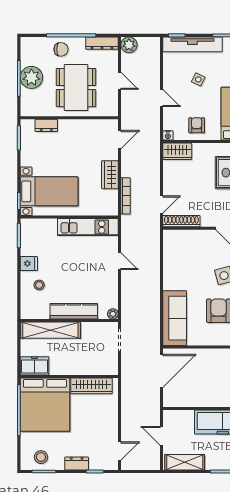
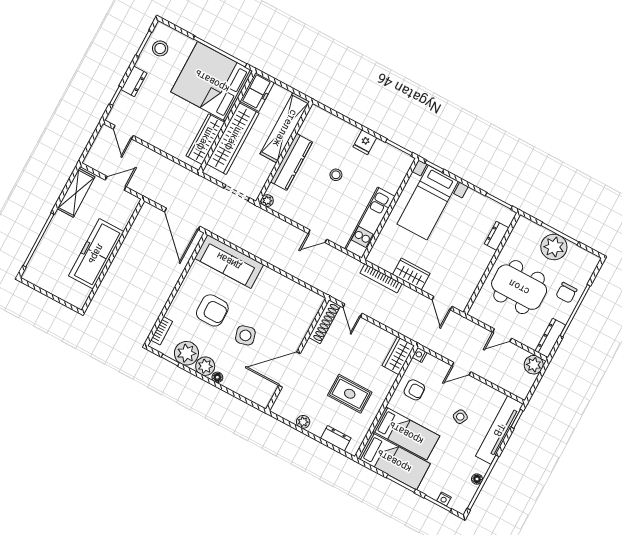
stool: (39, 285) -> (336, 175), moved
wardrobe: (80, 365) -> (233, 139), added

